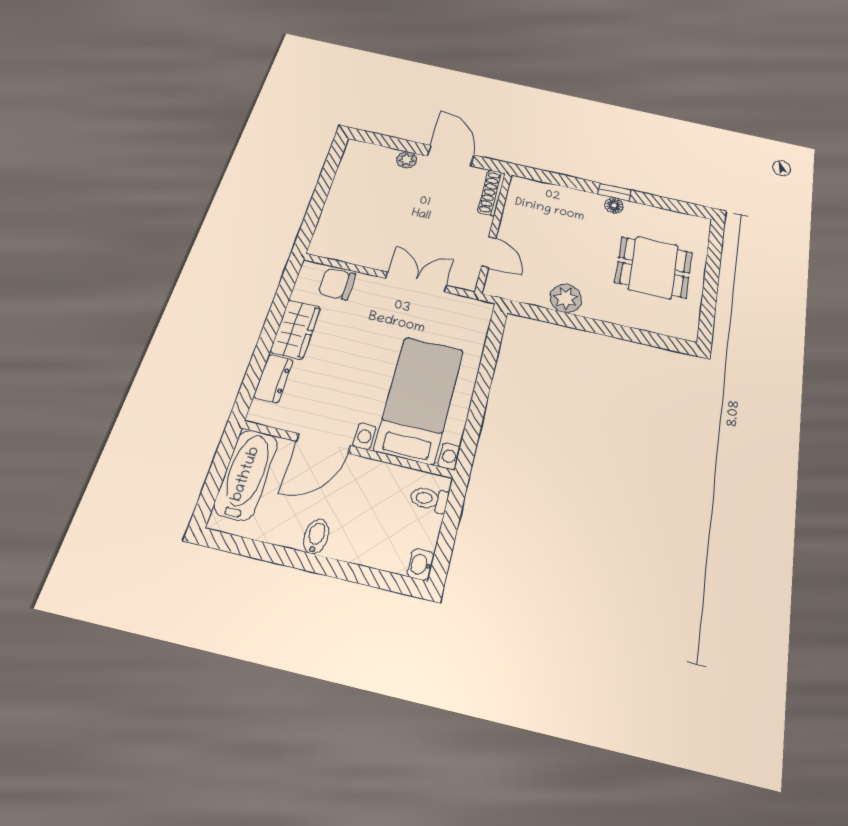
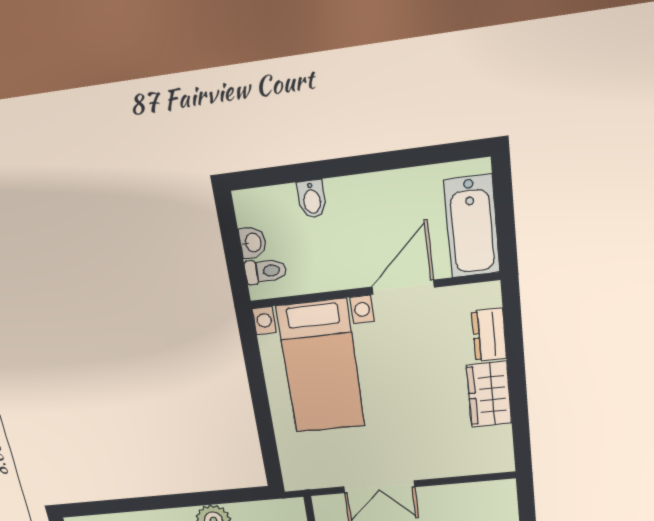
chair: (337, 284) -> (466, 457), removed
bidet: (316, 536) -> (312, 199), moved
washbasin: (421, 564) -> (253, 243), moved

